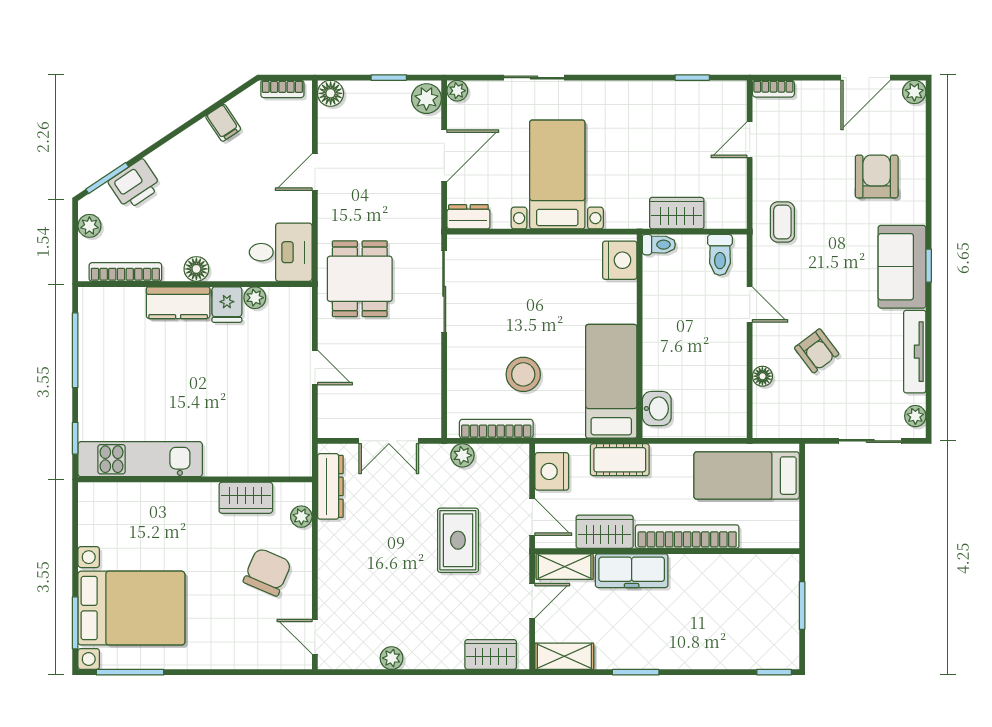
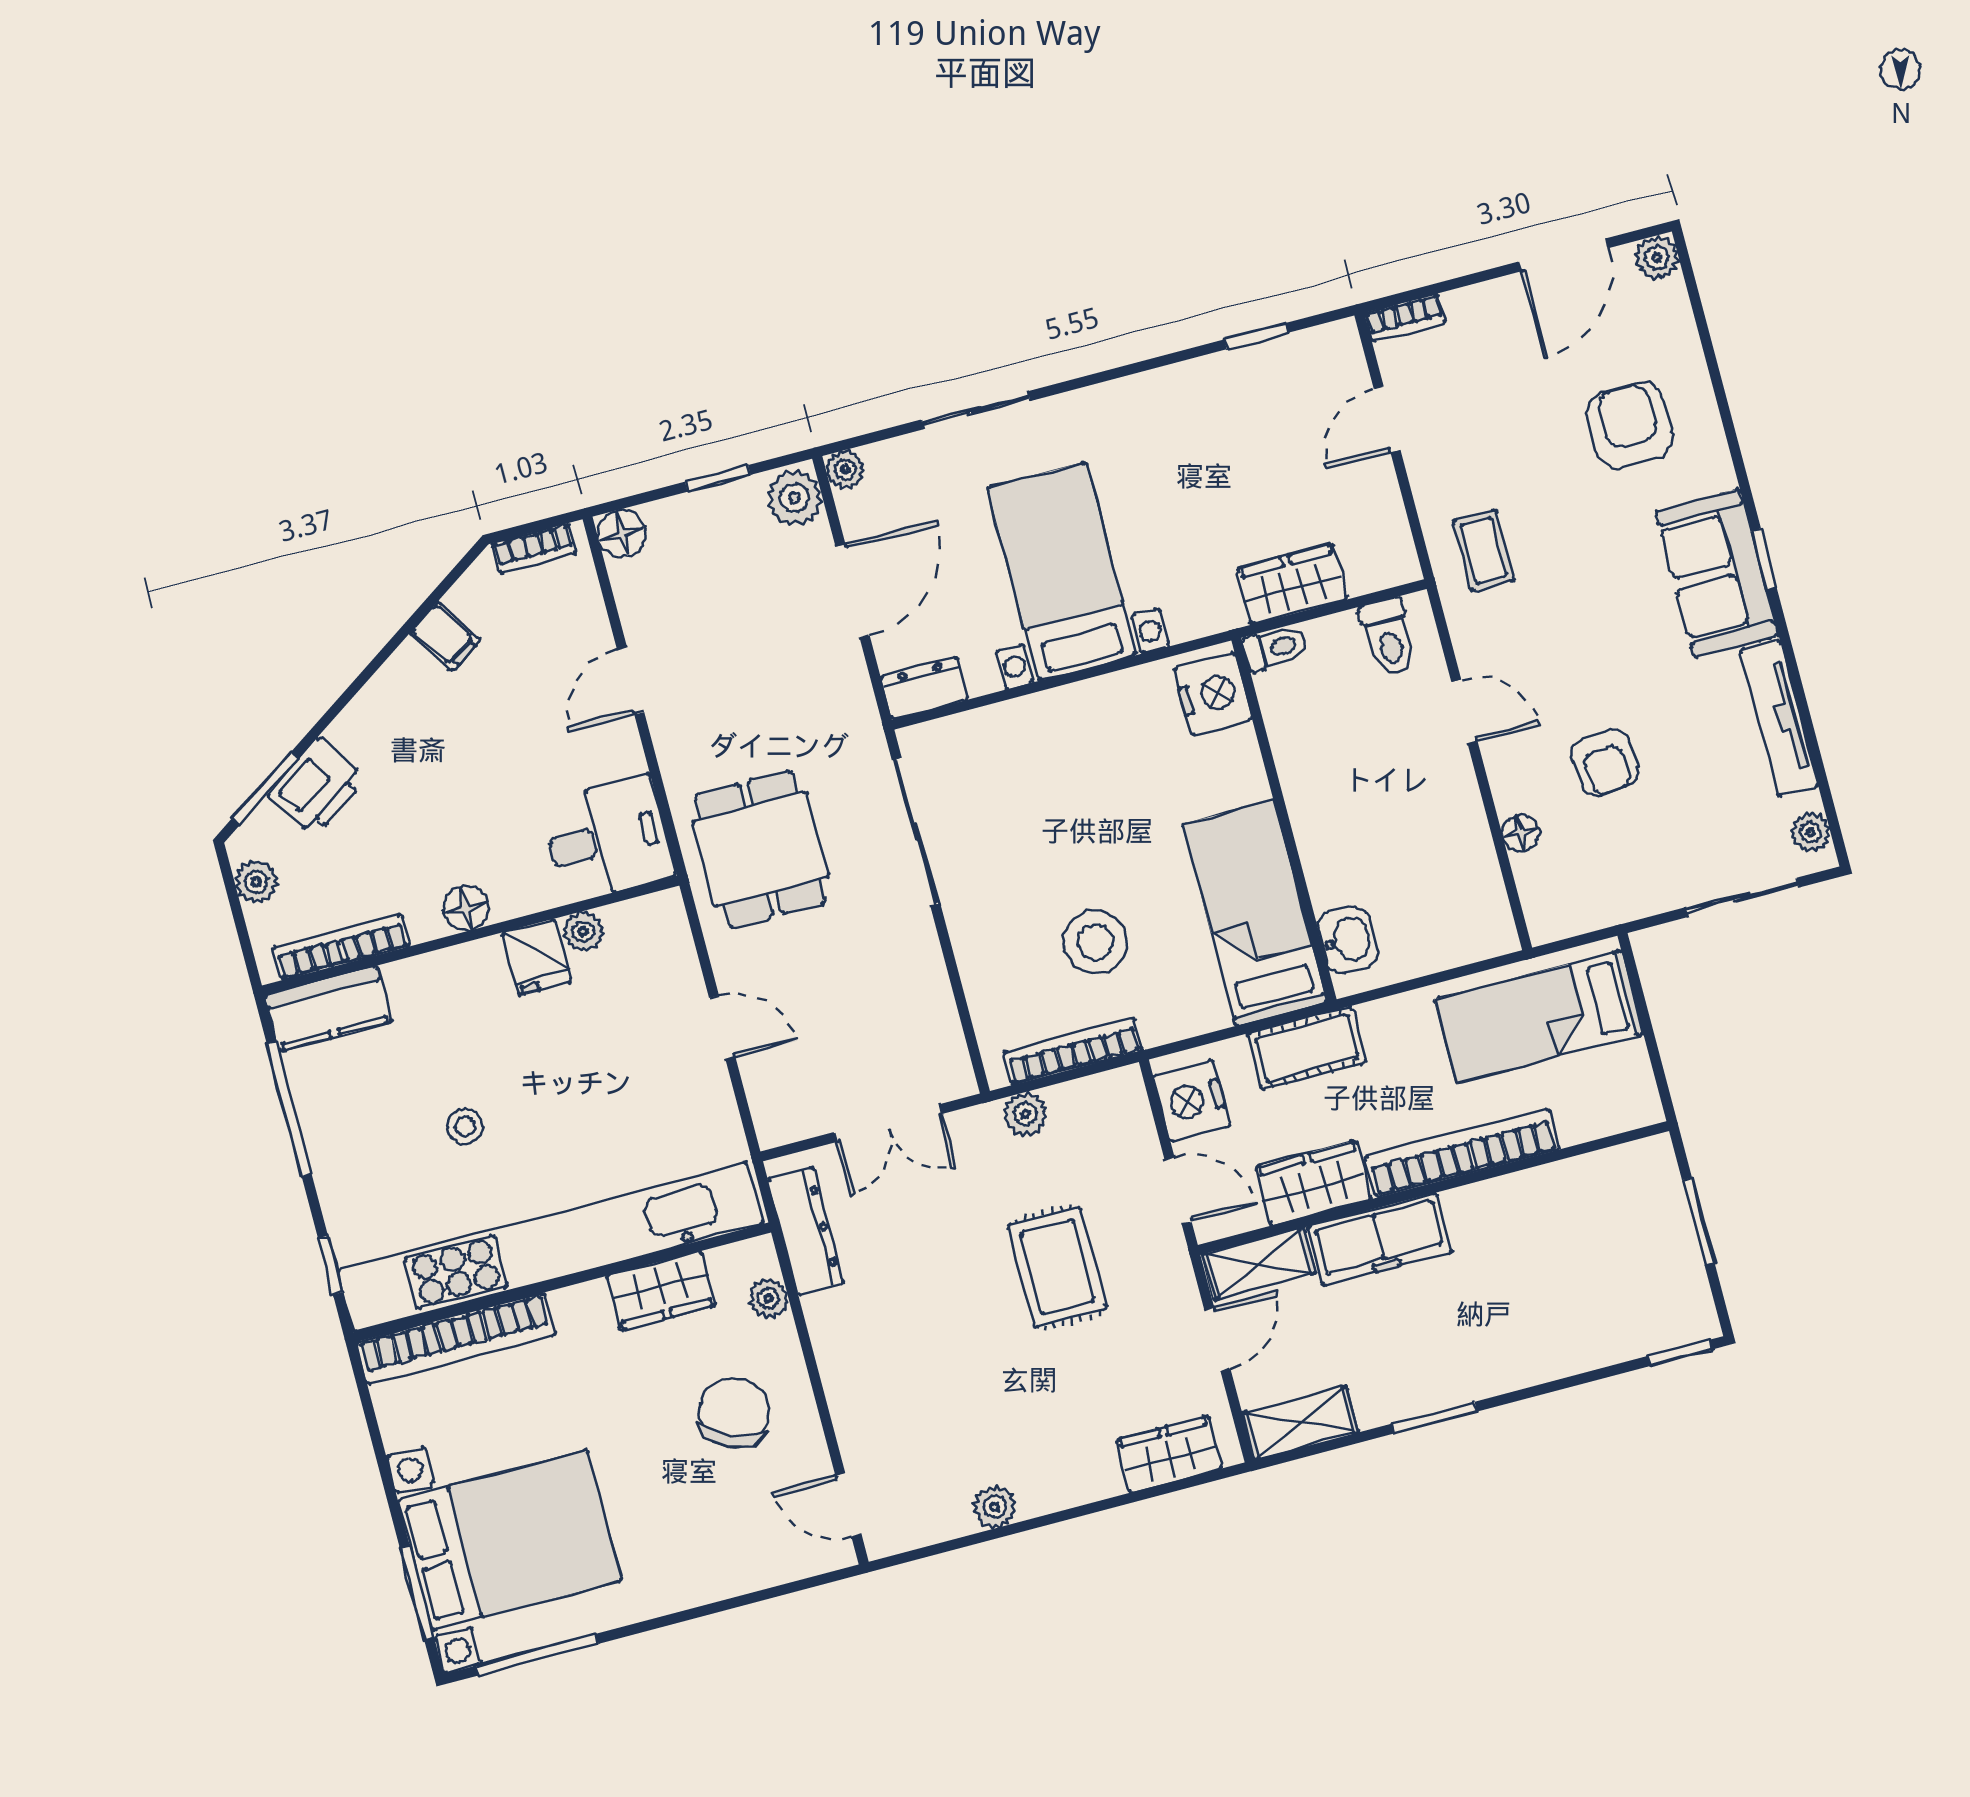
kitchen counter: (178, 303) -> (328, 1009), moved
armchair: (817, 351) -> (1605, 763), turned 31
stool: (165, 384) -> (465, 1126), added
kitchen unit: (140, 459) -> (550, 1247), width x1.86
bookcase: (131, 494) -> (456, 1339), added

